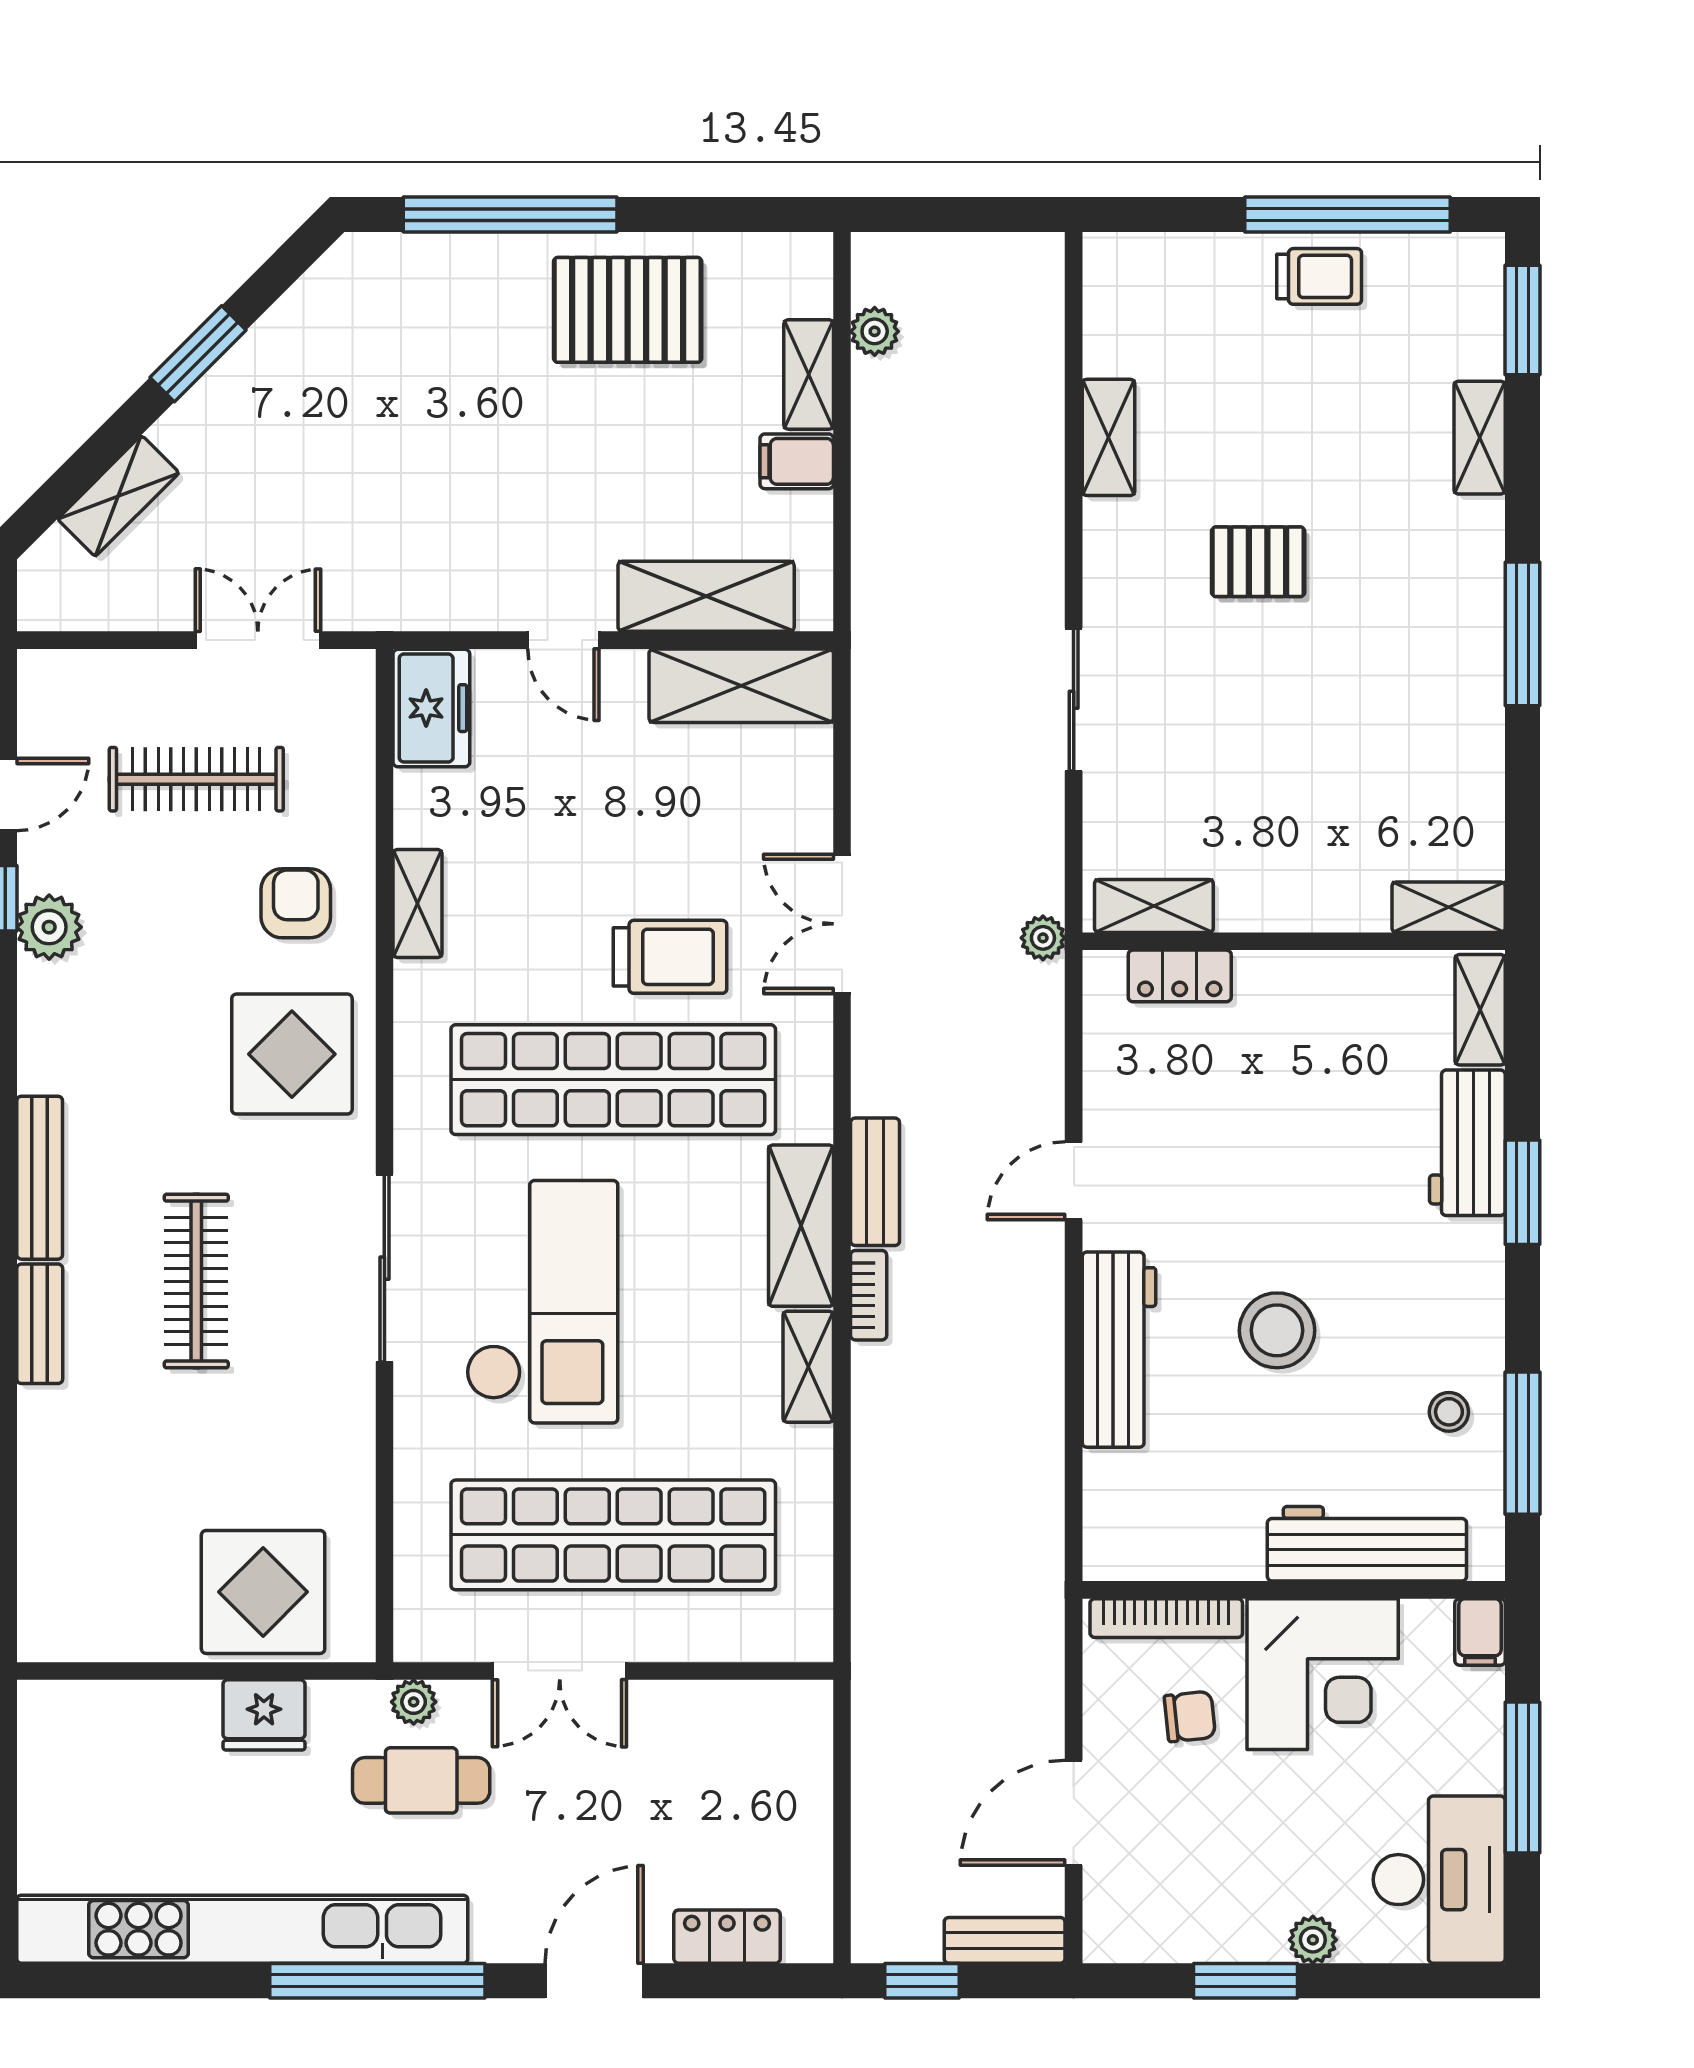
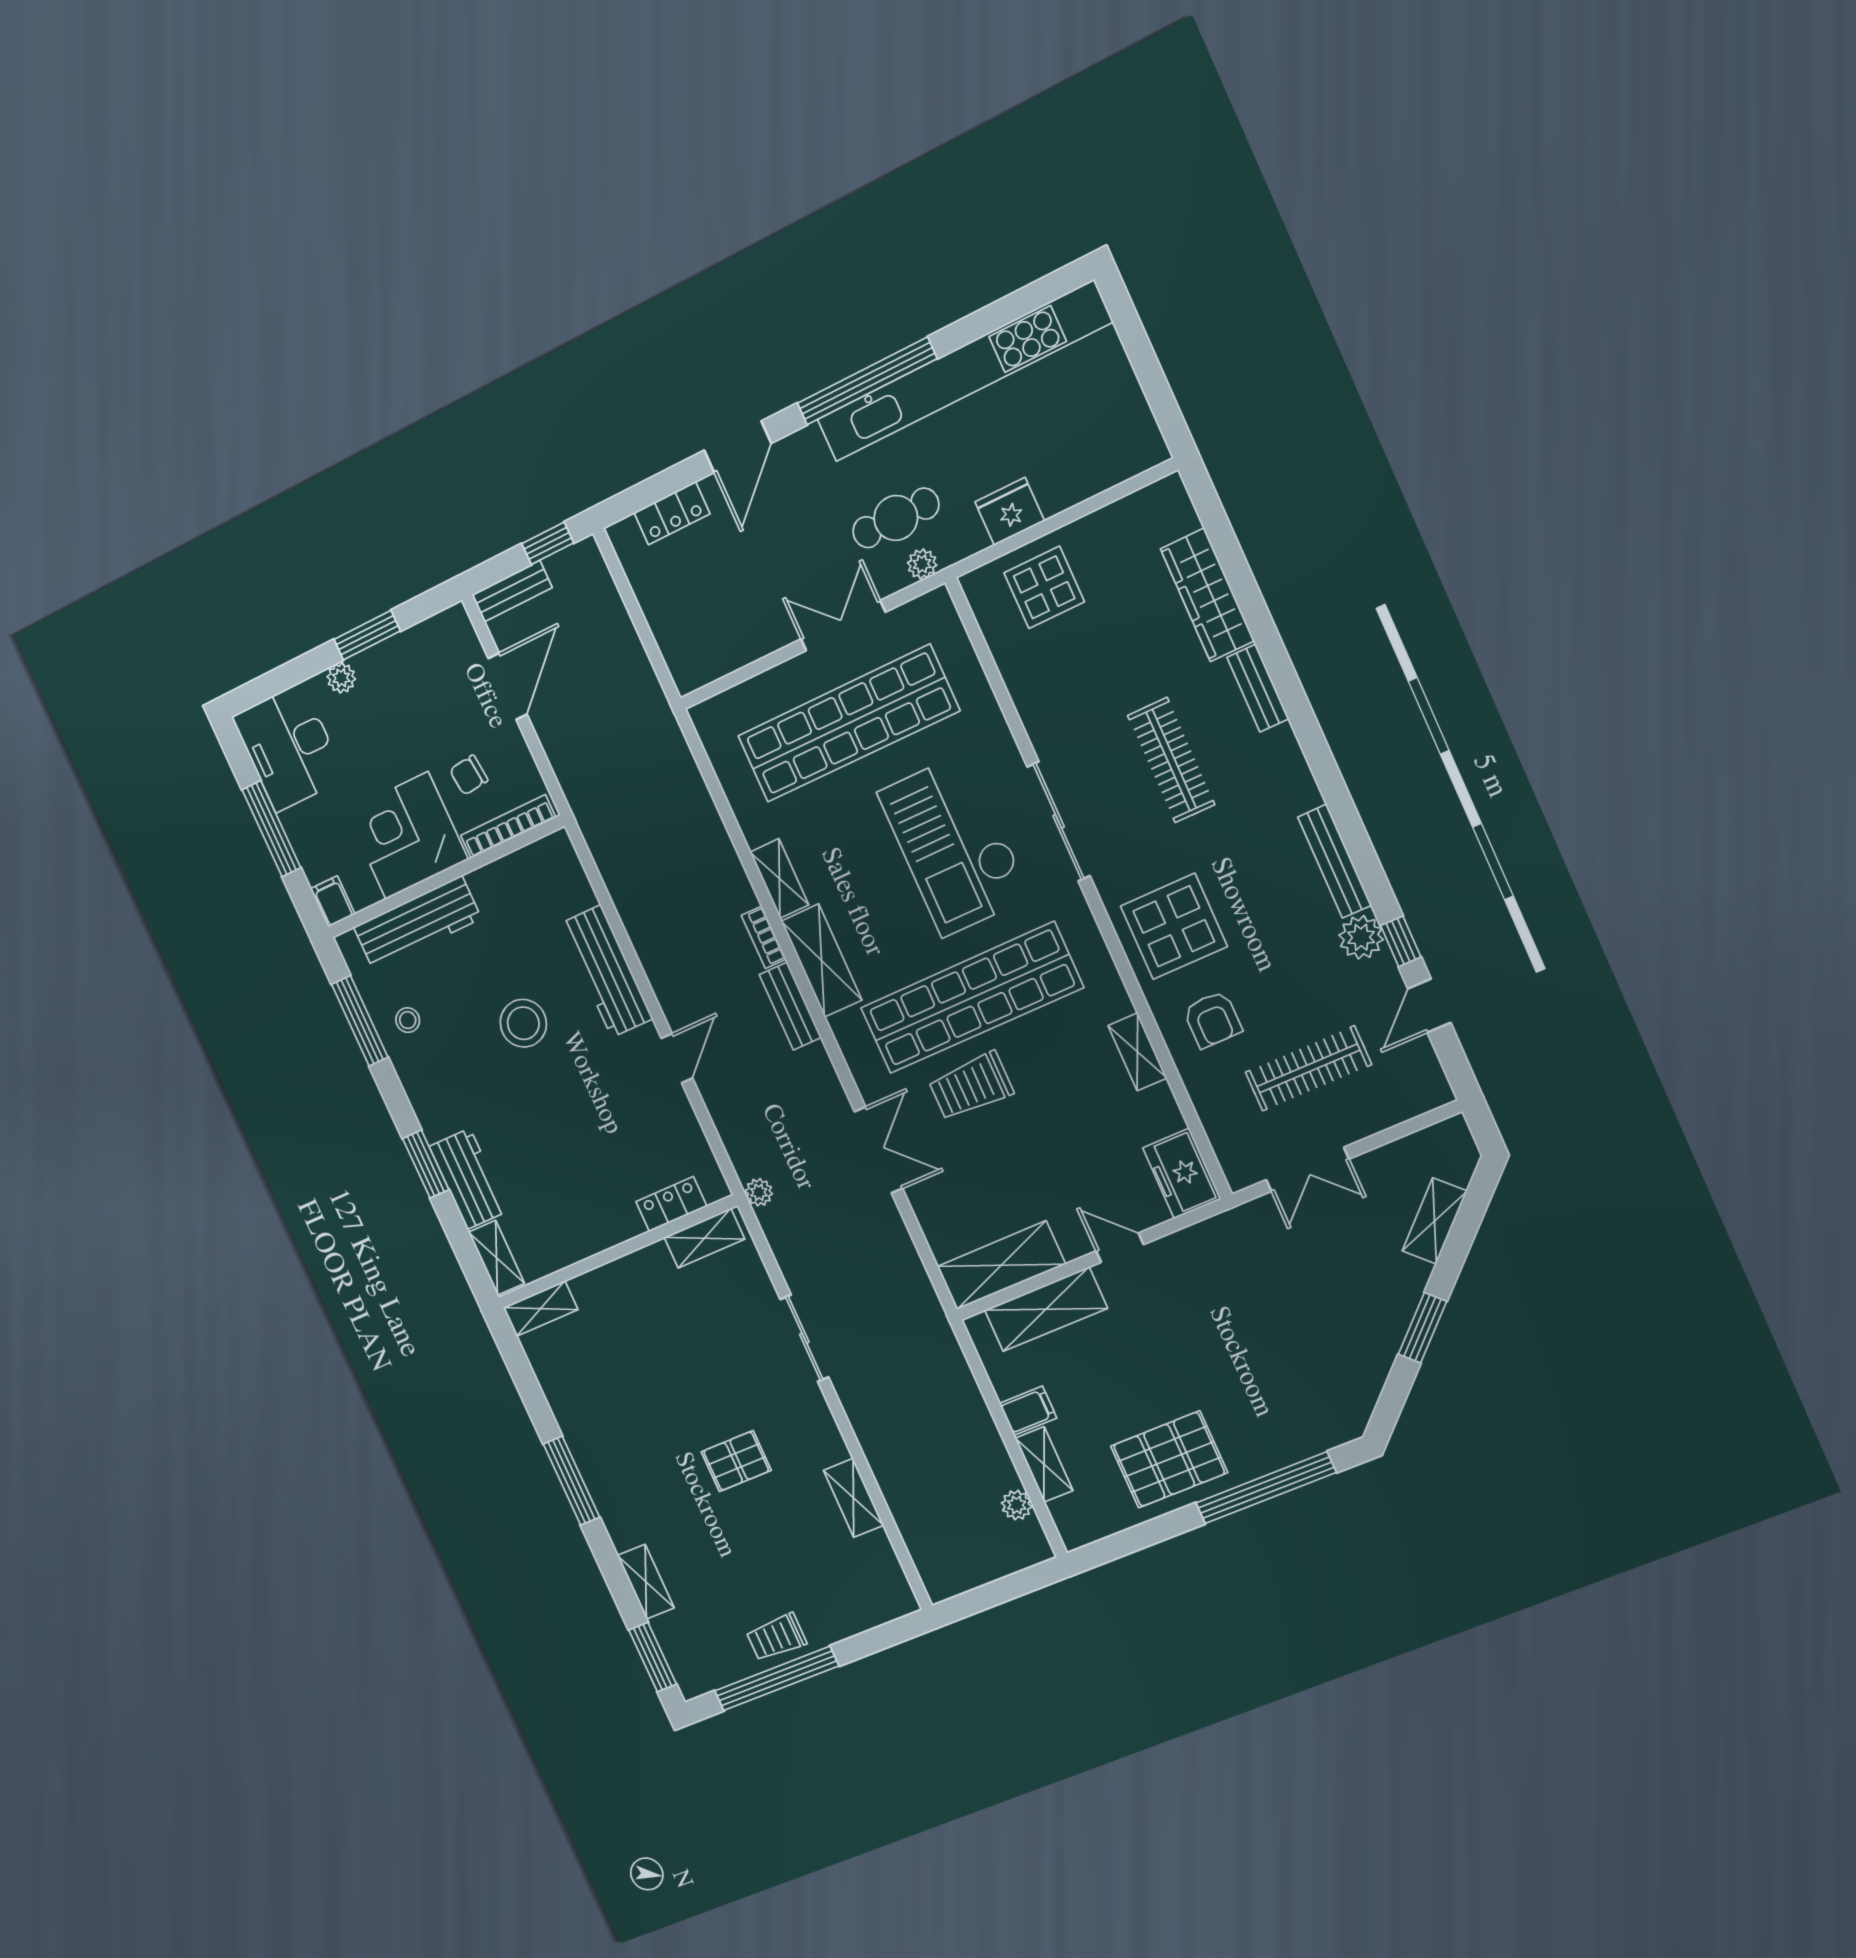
bench: (40, 1178) -> (1335, 861), moved
wardrobe: (52, 1479) -> (1207, 595), added
display table: (263, 1592) -> (1044, 587), width x0.73, depth x0.73

